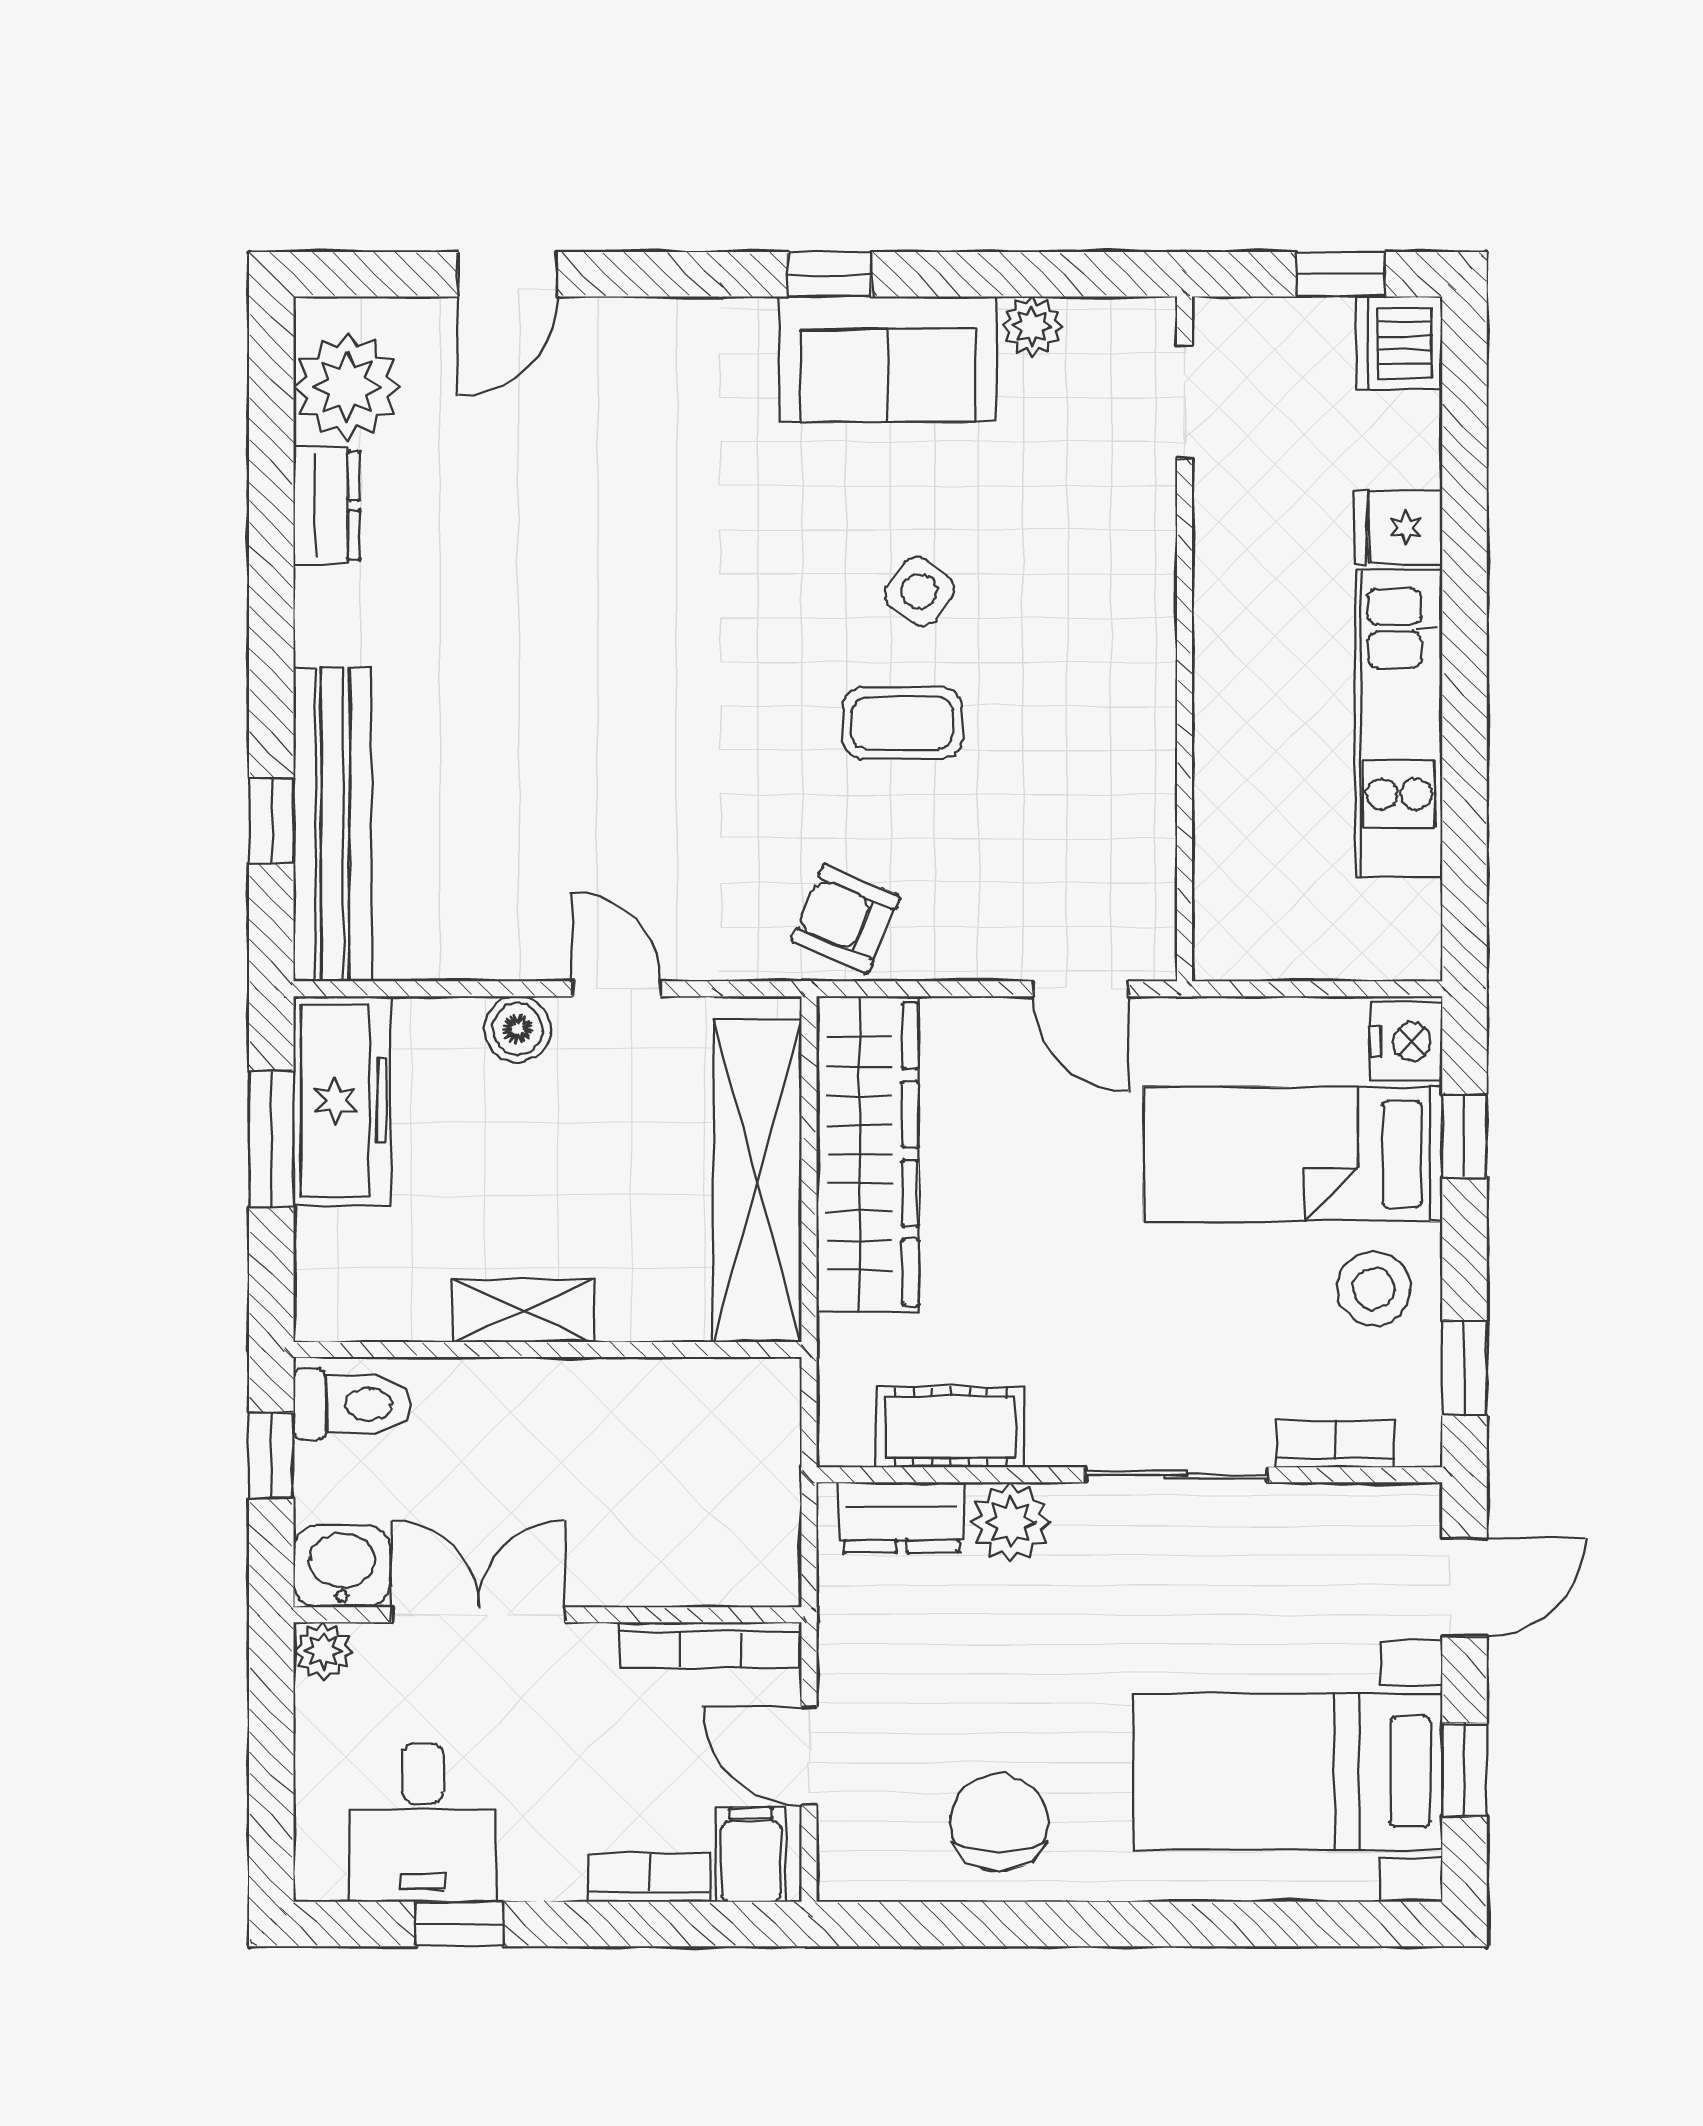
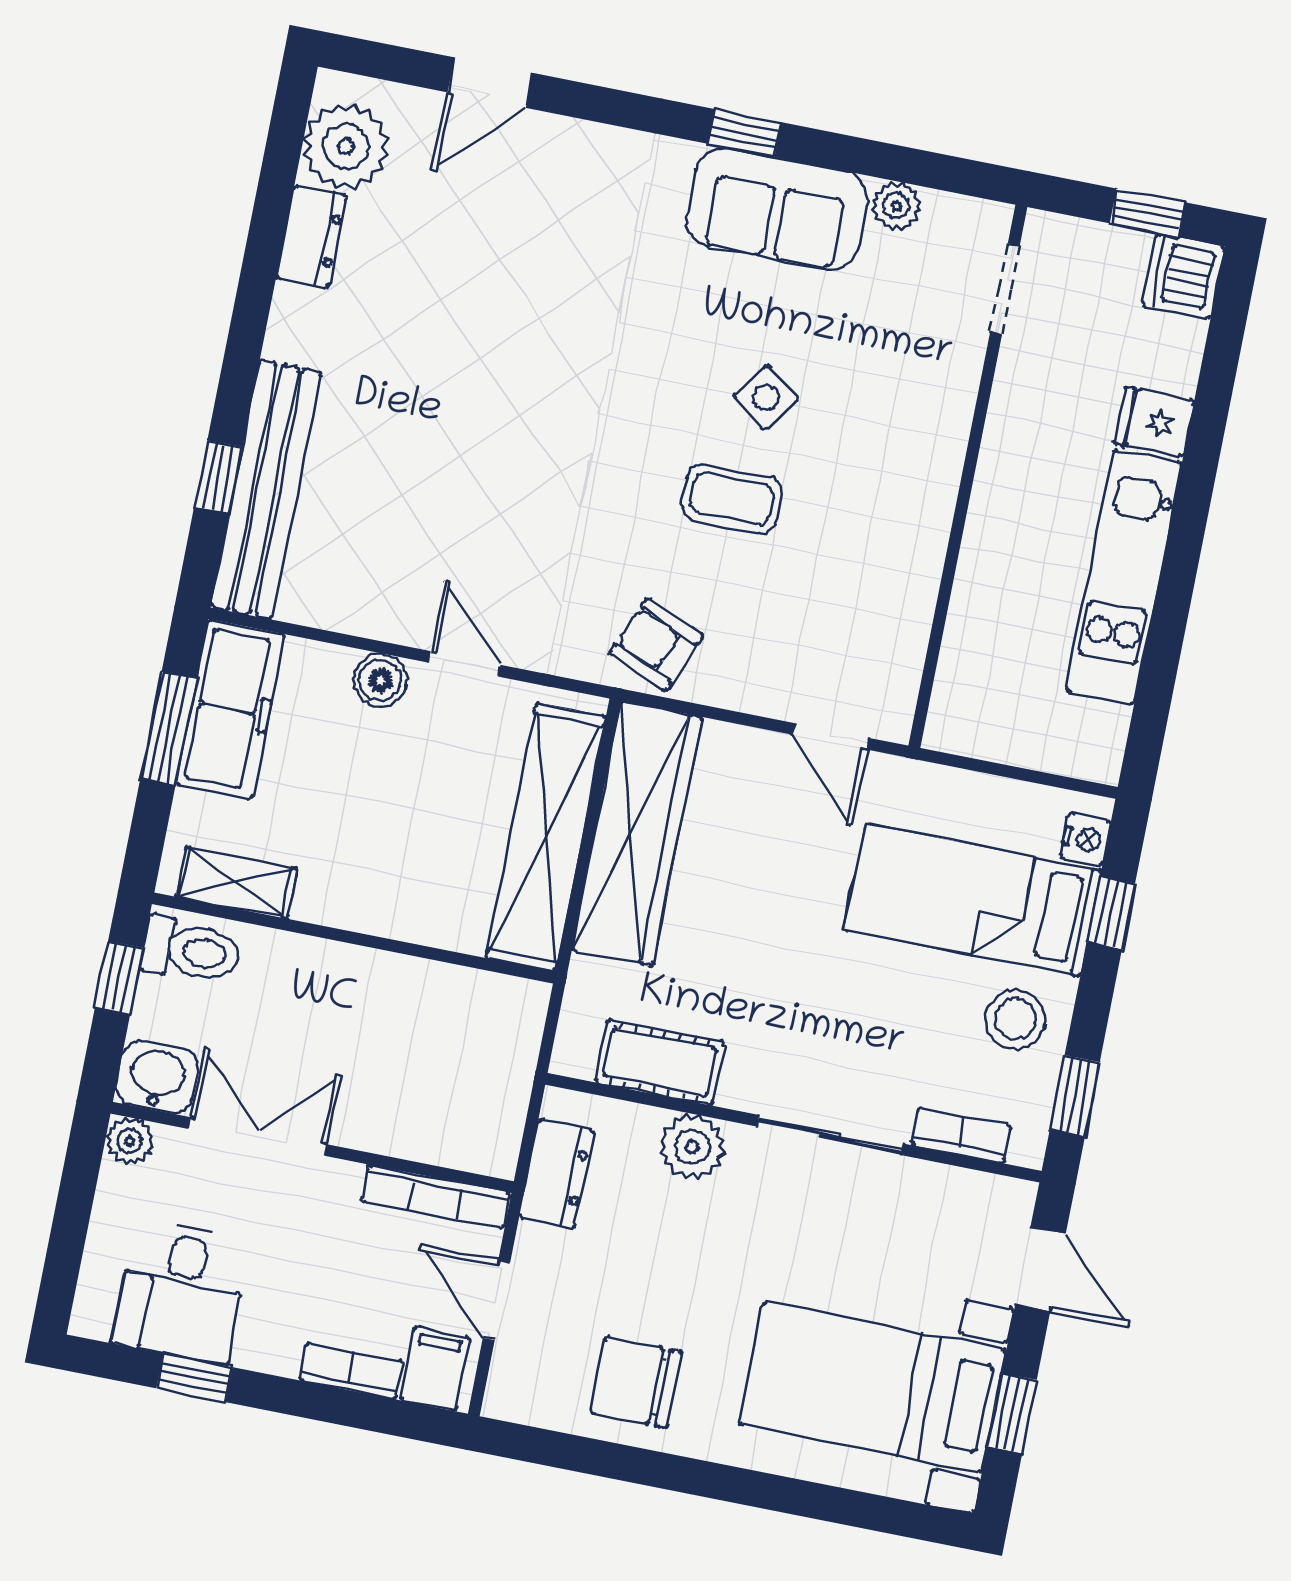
nightstand: (1406, 1042) -> (1086, 839), width x0.72, depth x0.74
shelving: (523, 1311) -> (236, 883), moved
dresser: (902, 1517) -> (556, 1174), moved, turned -90
door: (1464, 1587) -> (1040, 1269), hinge flipped
chair: (999, 1823) -> (636, 1382), turned -90

